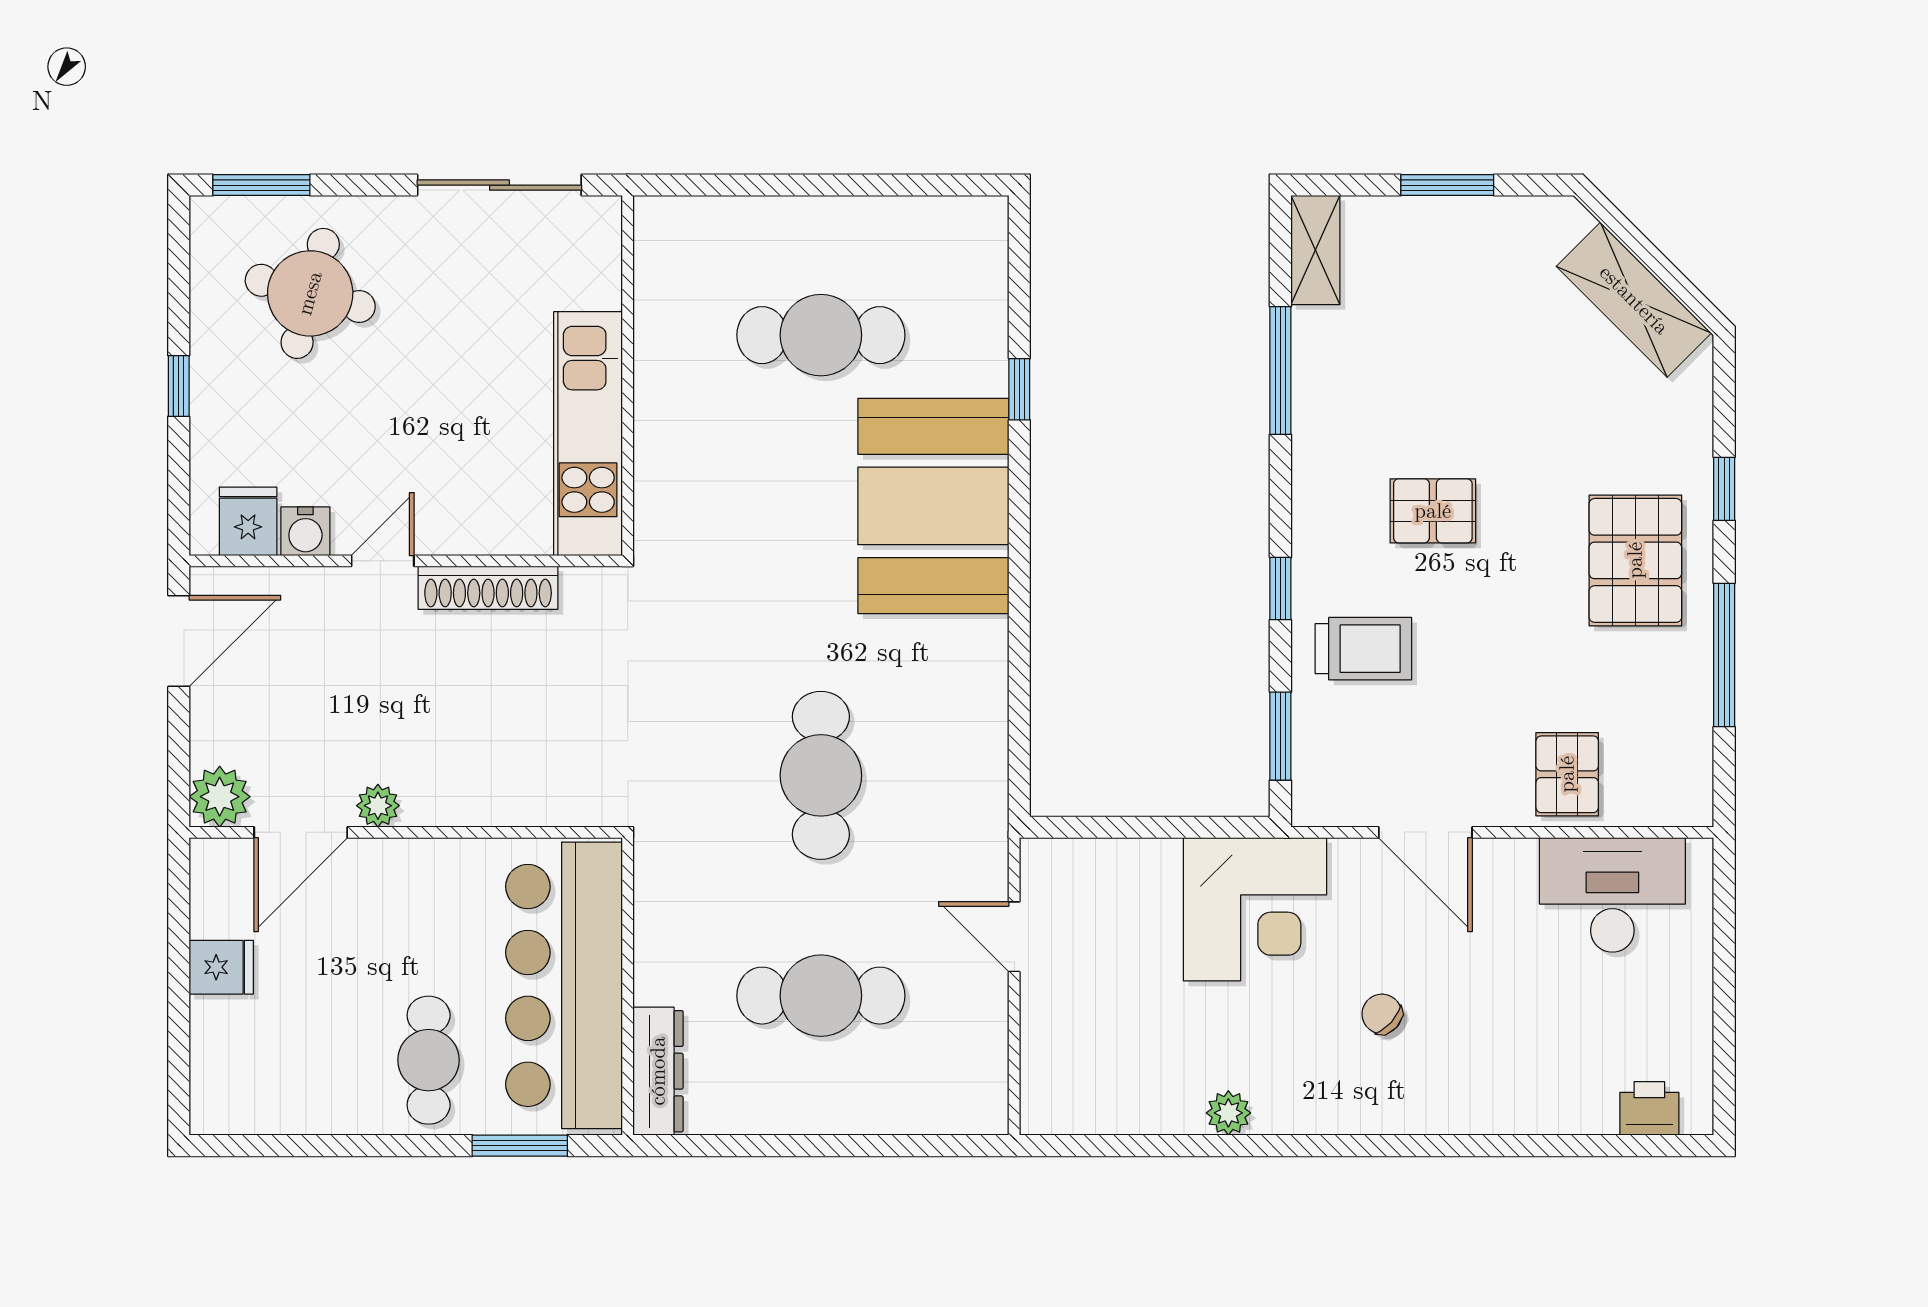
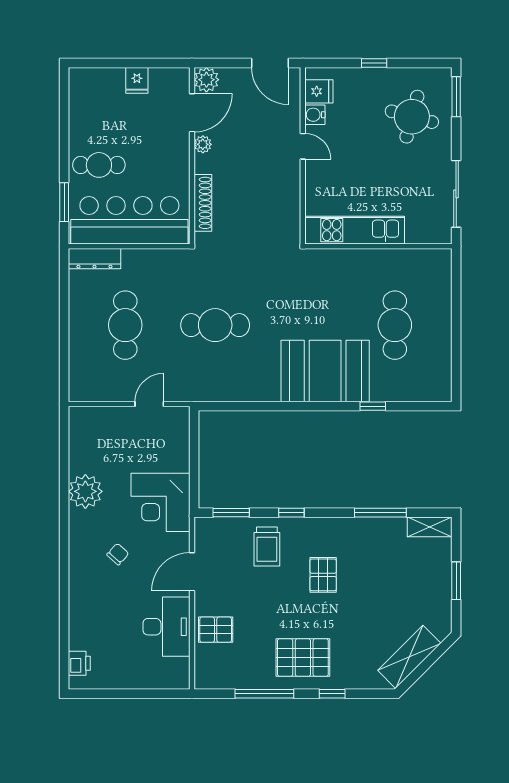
shoe rack: (488, 588) -> (203, 203), moved, turned 180
door: (301, 832) -> (192, 113), swing flipped
desk: (1612, 895) -> (166, 627), moved
plant: (1228, 1113) -> (85, 491), width x1.88, depth x1.88

